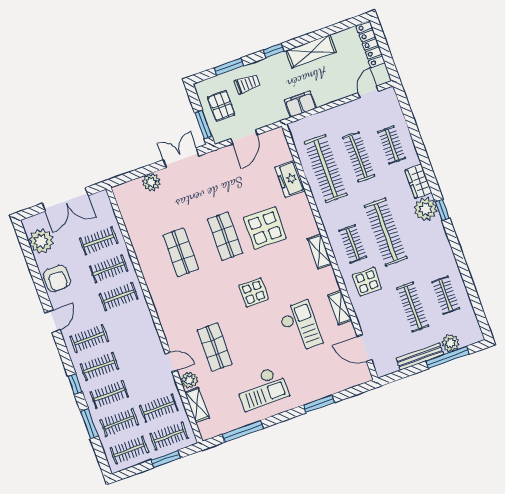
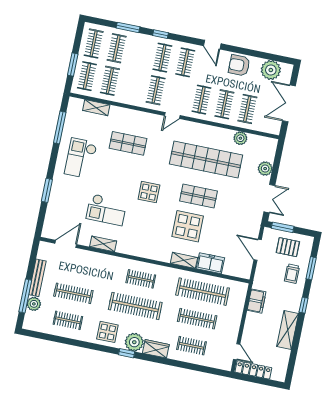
locker: (370, 44) -> (253, 370), moved
shelving: (319, 251) -> (184, 260), moved
shop shelf: (181, 252) -> (206, 159), width x2.00, depth x1.36
display table: (367, 282) -> (107, 332), moved
door: (171, 362) -> (172, 115), moved
plant: (189, 380) -> (240, 138), moved
clothes rail: (109, 394) -> (156, 90), moved

